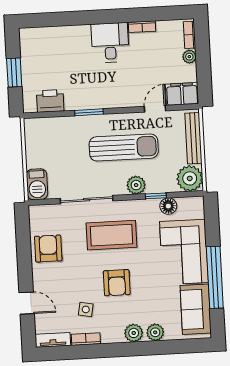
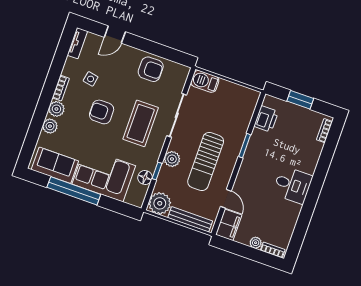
bookcase: (142, 27) -> (324, 131), moved
bookcase: (86, 339) -> (61, 88), moved

